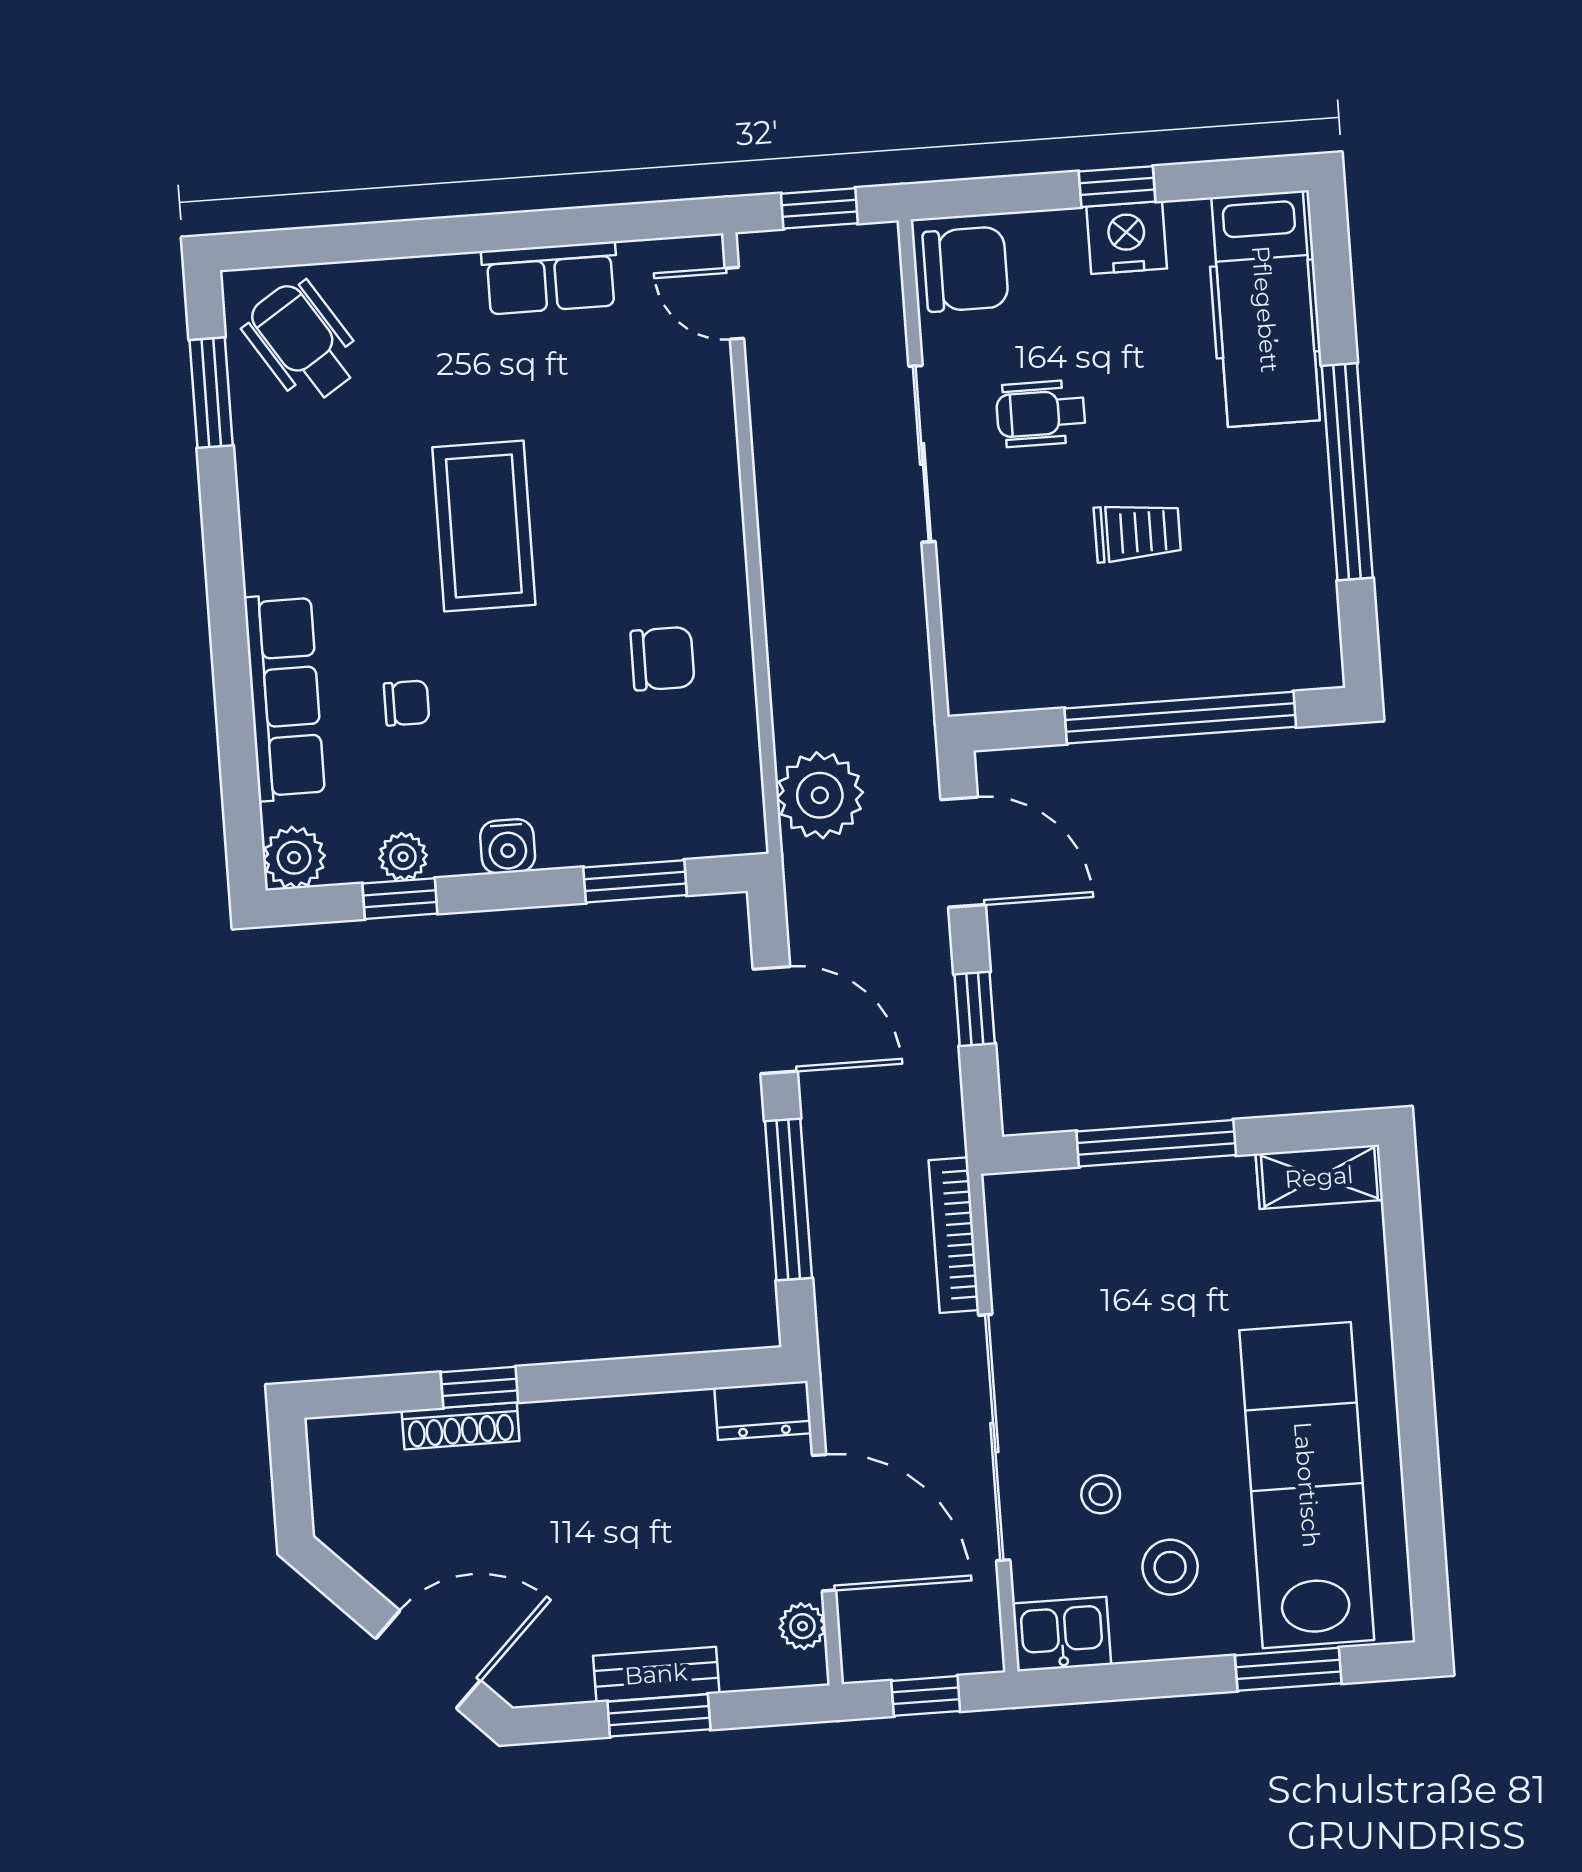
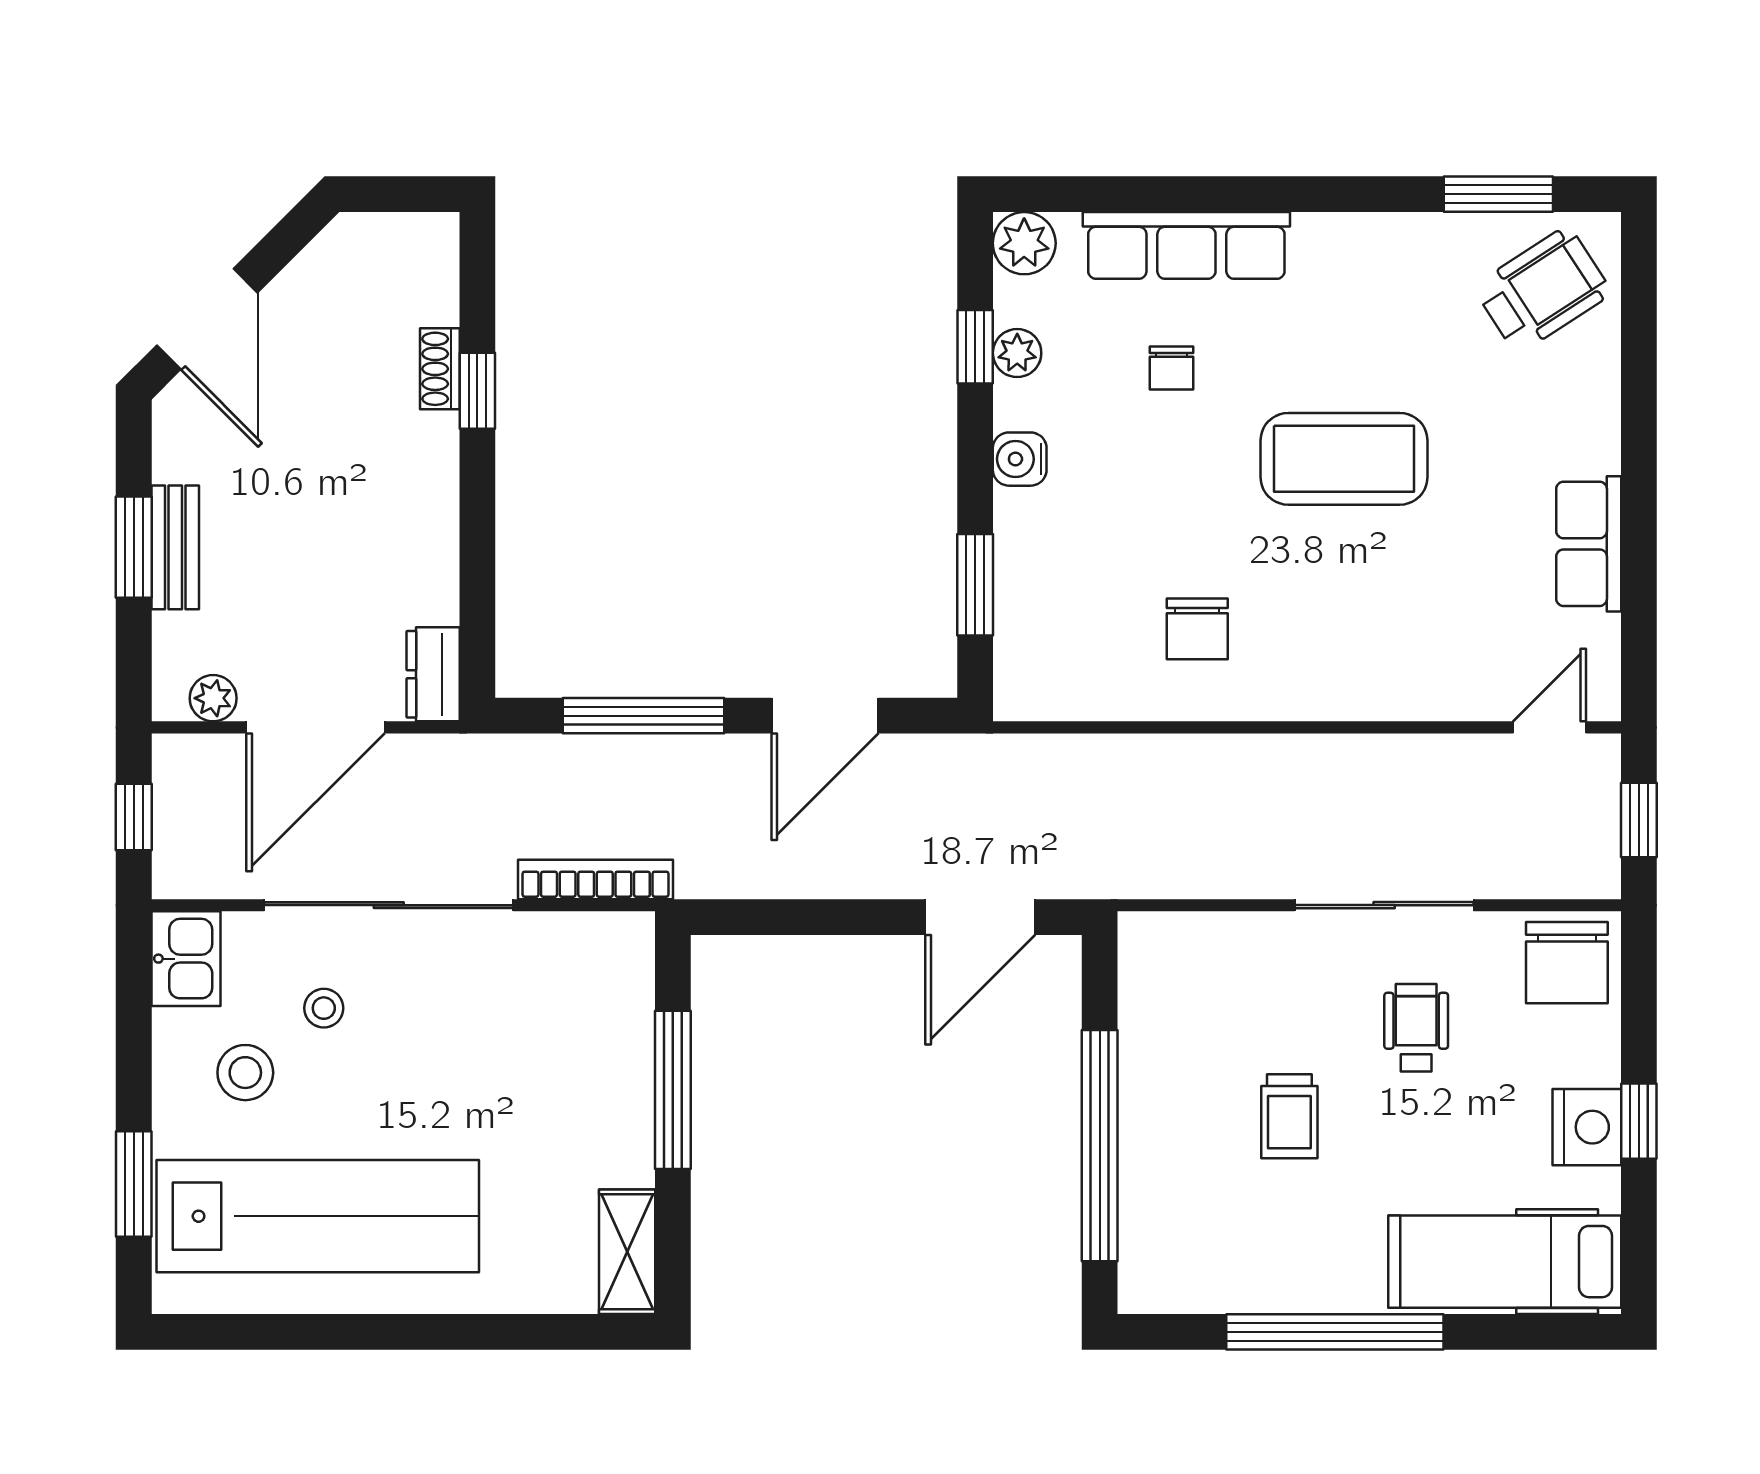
plant: (820, 795) -> (1048, 777), removed
window: (975, 1009) -> (822, 917), removed
shoe rack: (461, 1426) -> (440, 369), width x0.70

